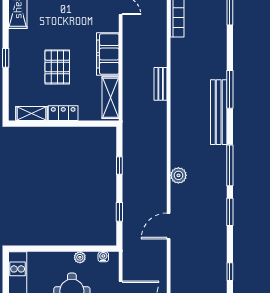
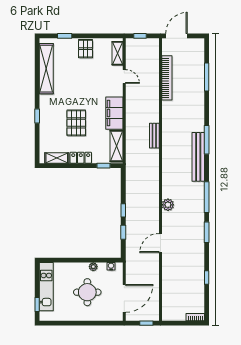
window: (93, 124) -> (103, 166), added
window: (119, 166) -> (123, 210), moved

